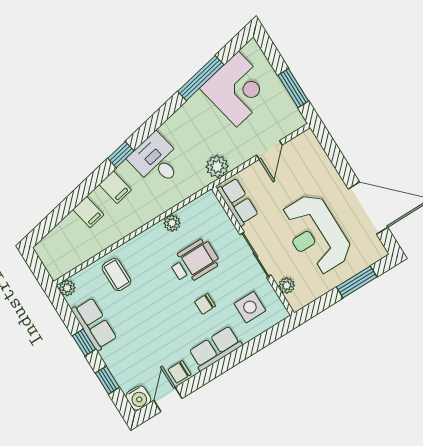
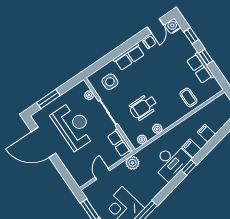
desk: (156, 160) -> (171, 162), width x1.37
plant: (67, 288) -> (142, 140), moved
chair: (205, 304) -> (136, 83), removed

